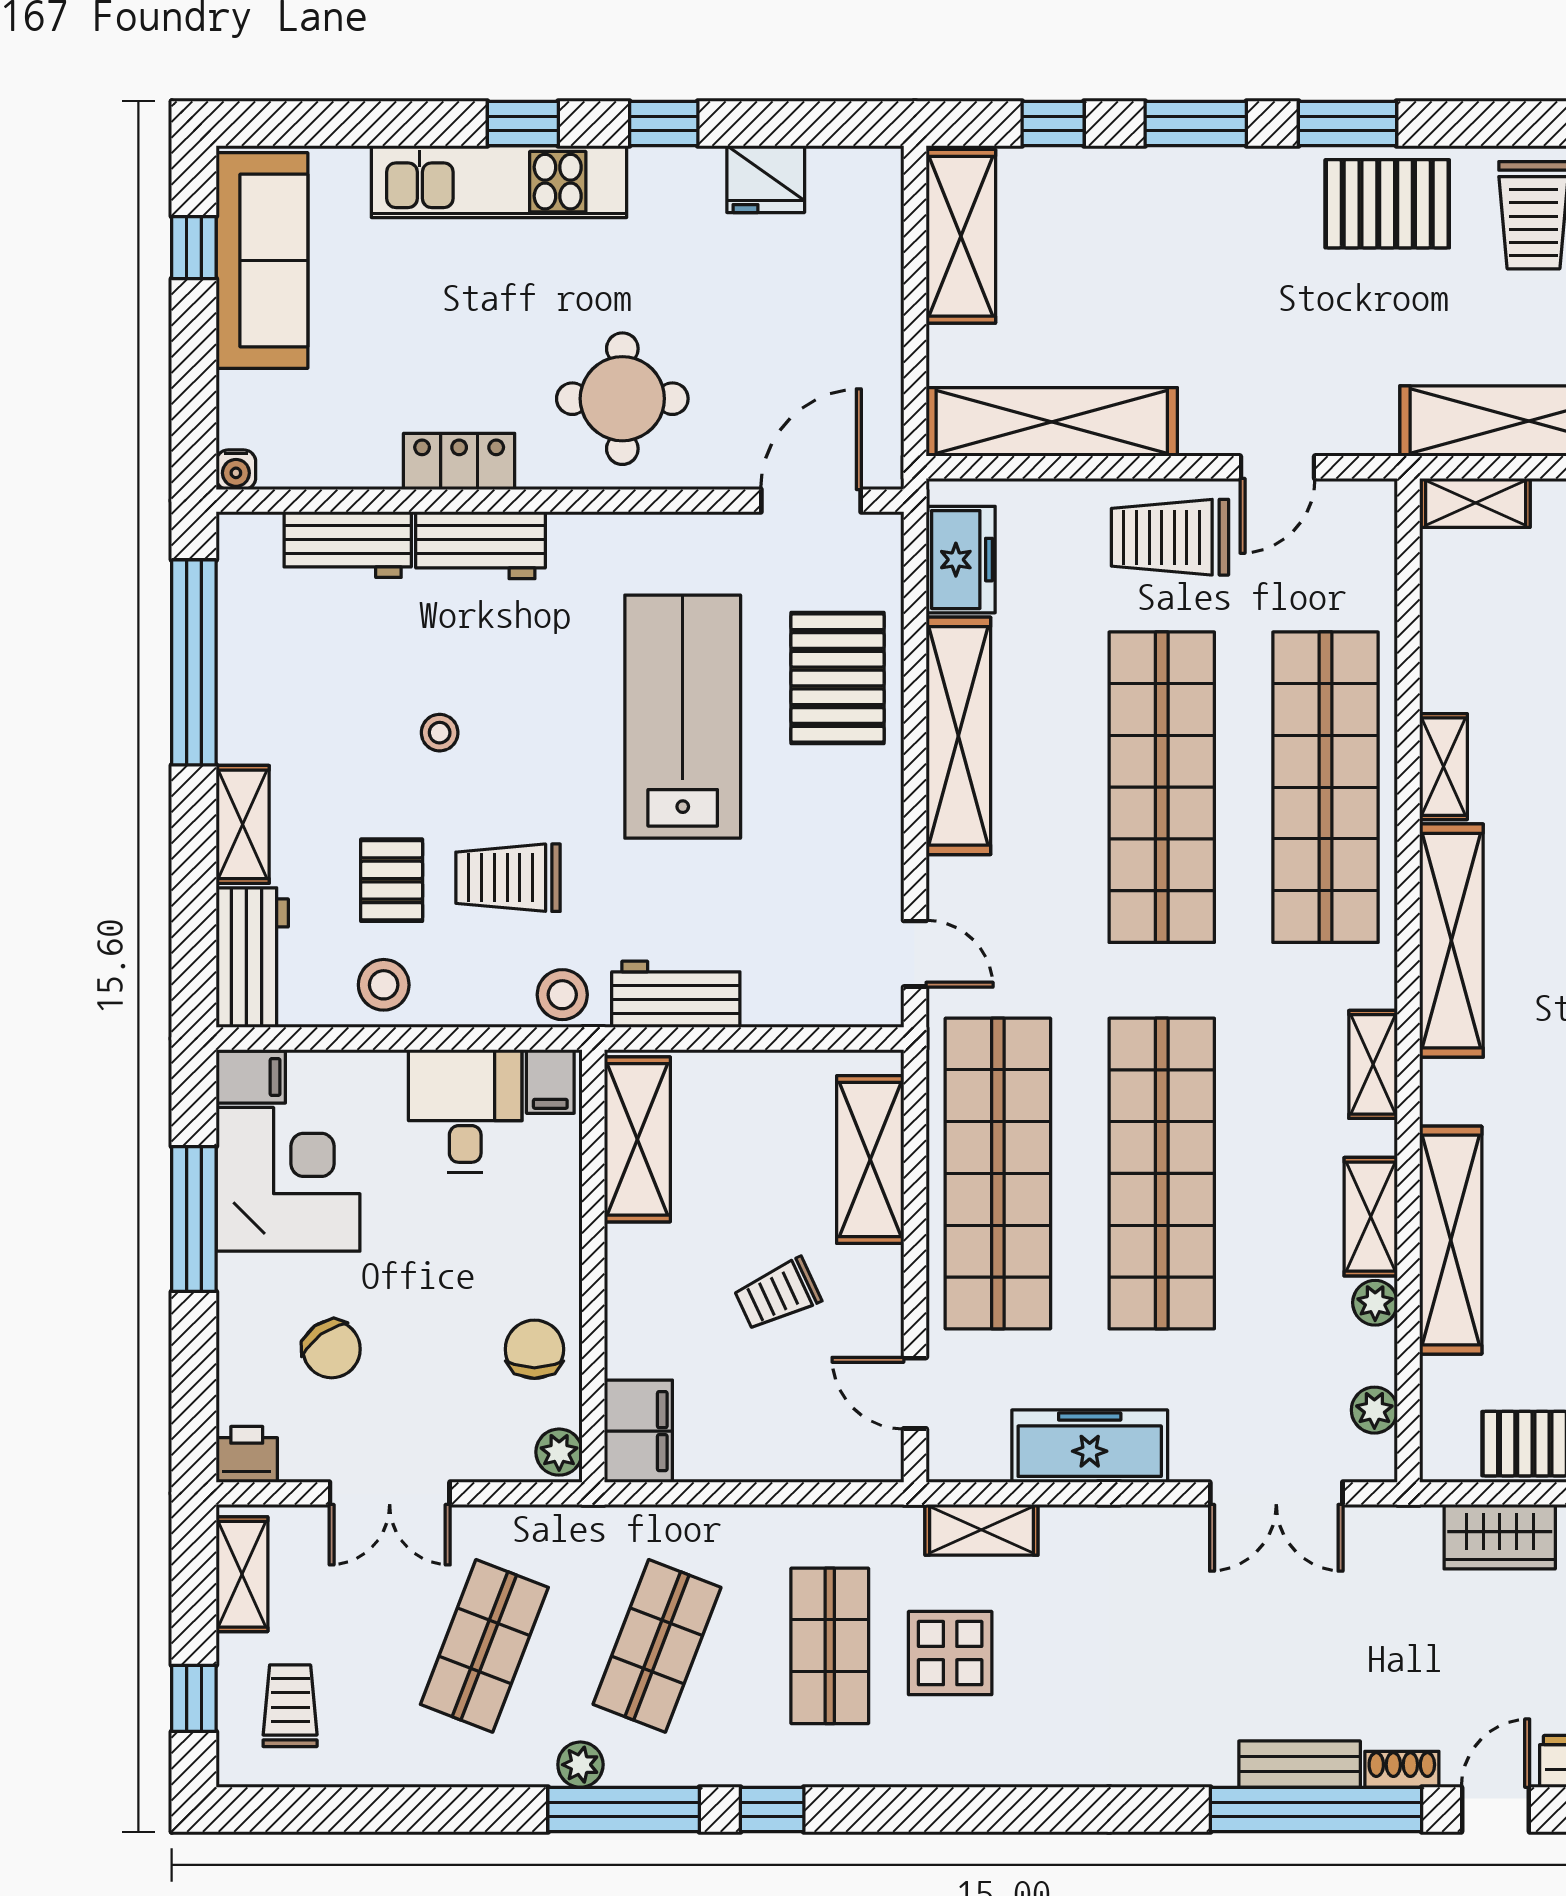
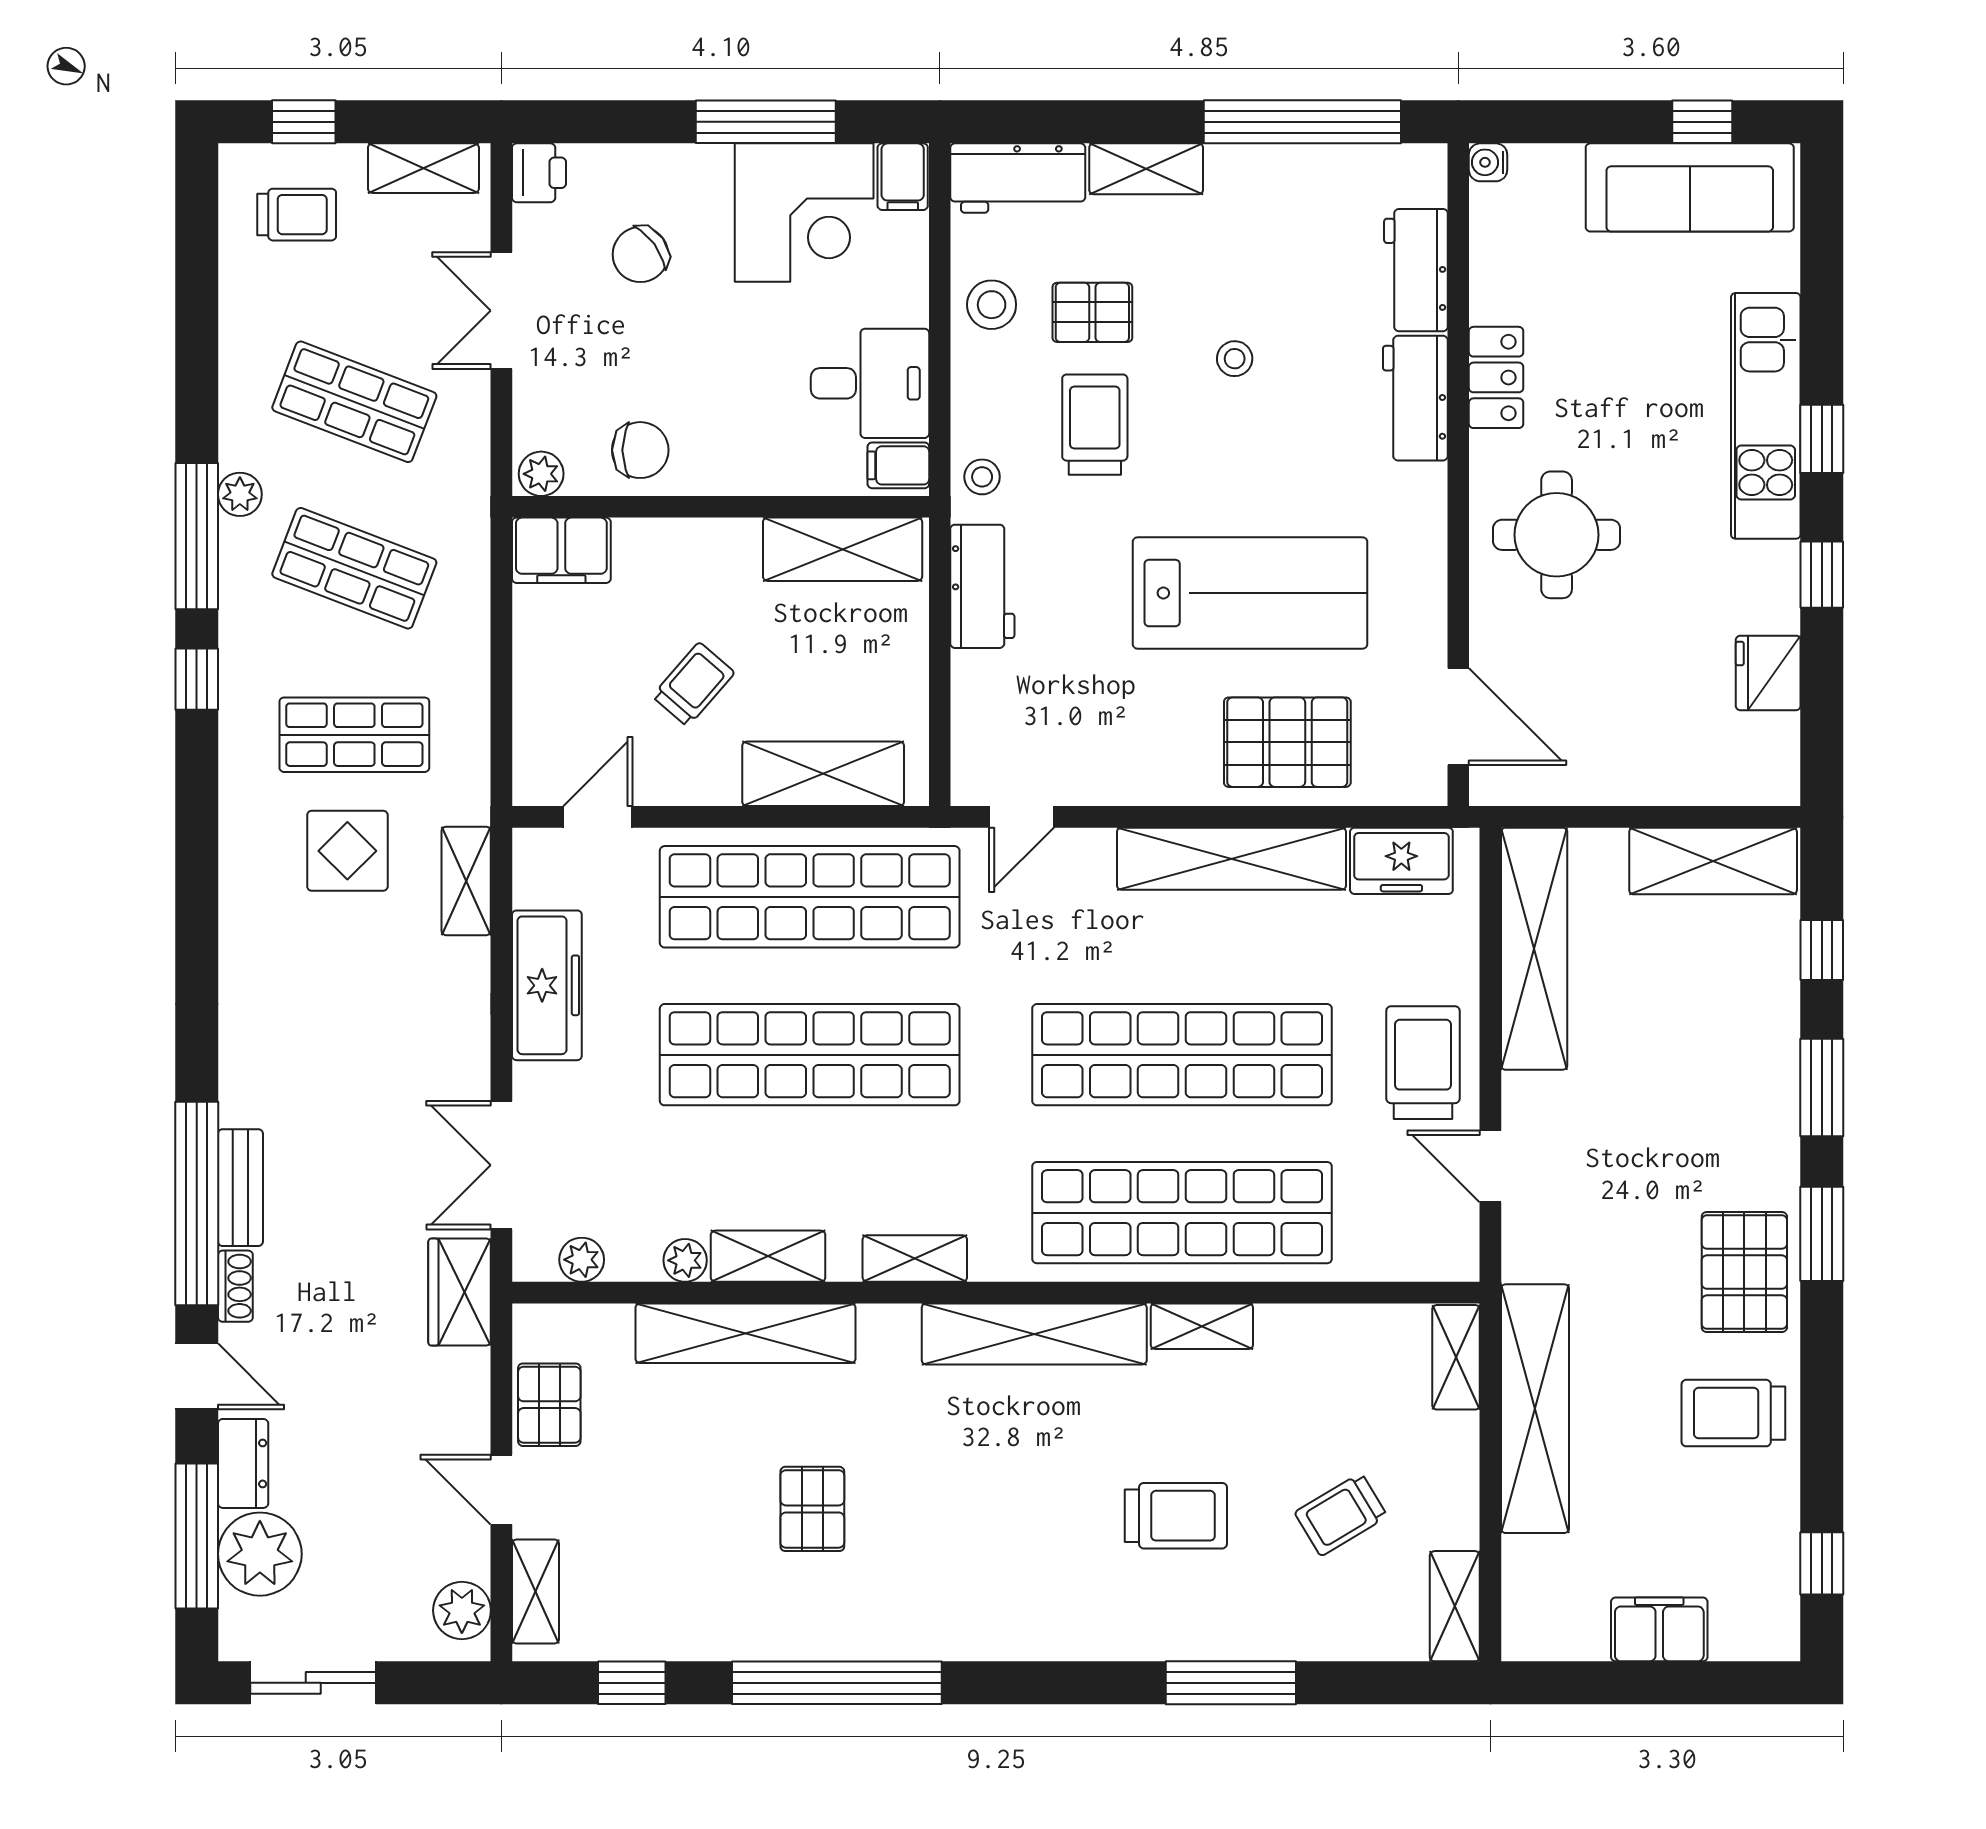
stool: (562, 995) -> (982, 477), width x0.73, depth x0.73
trolley: (778, 1294) -> (693, 684), turned 66
wardrobe: (1500, 1537) -> (460, 1292), moved

